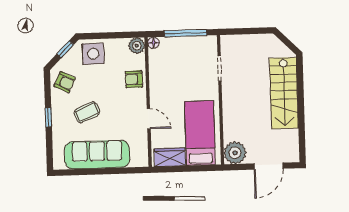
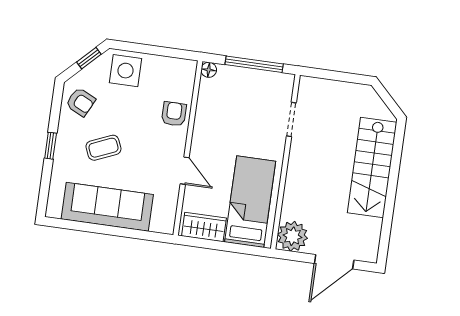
plant: (137, 46) -> (186, 70), removed
armchair: (134, 79) -> (174, 114), turned 91

